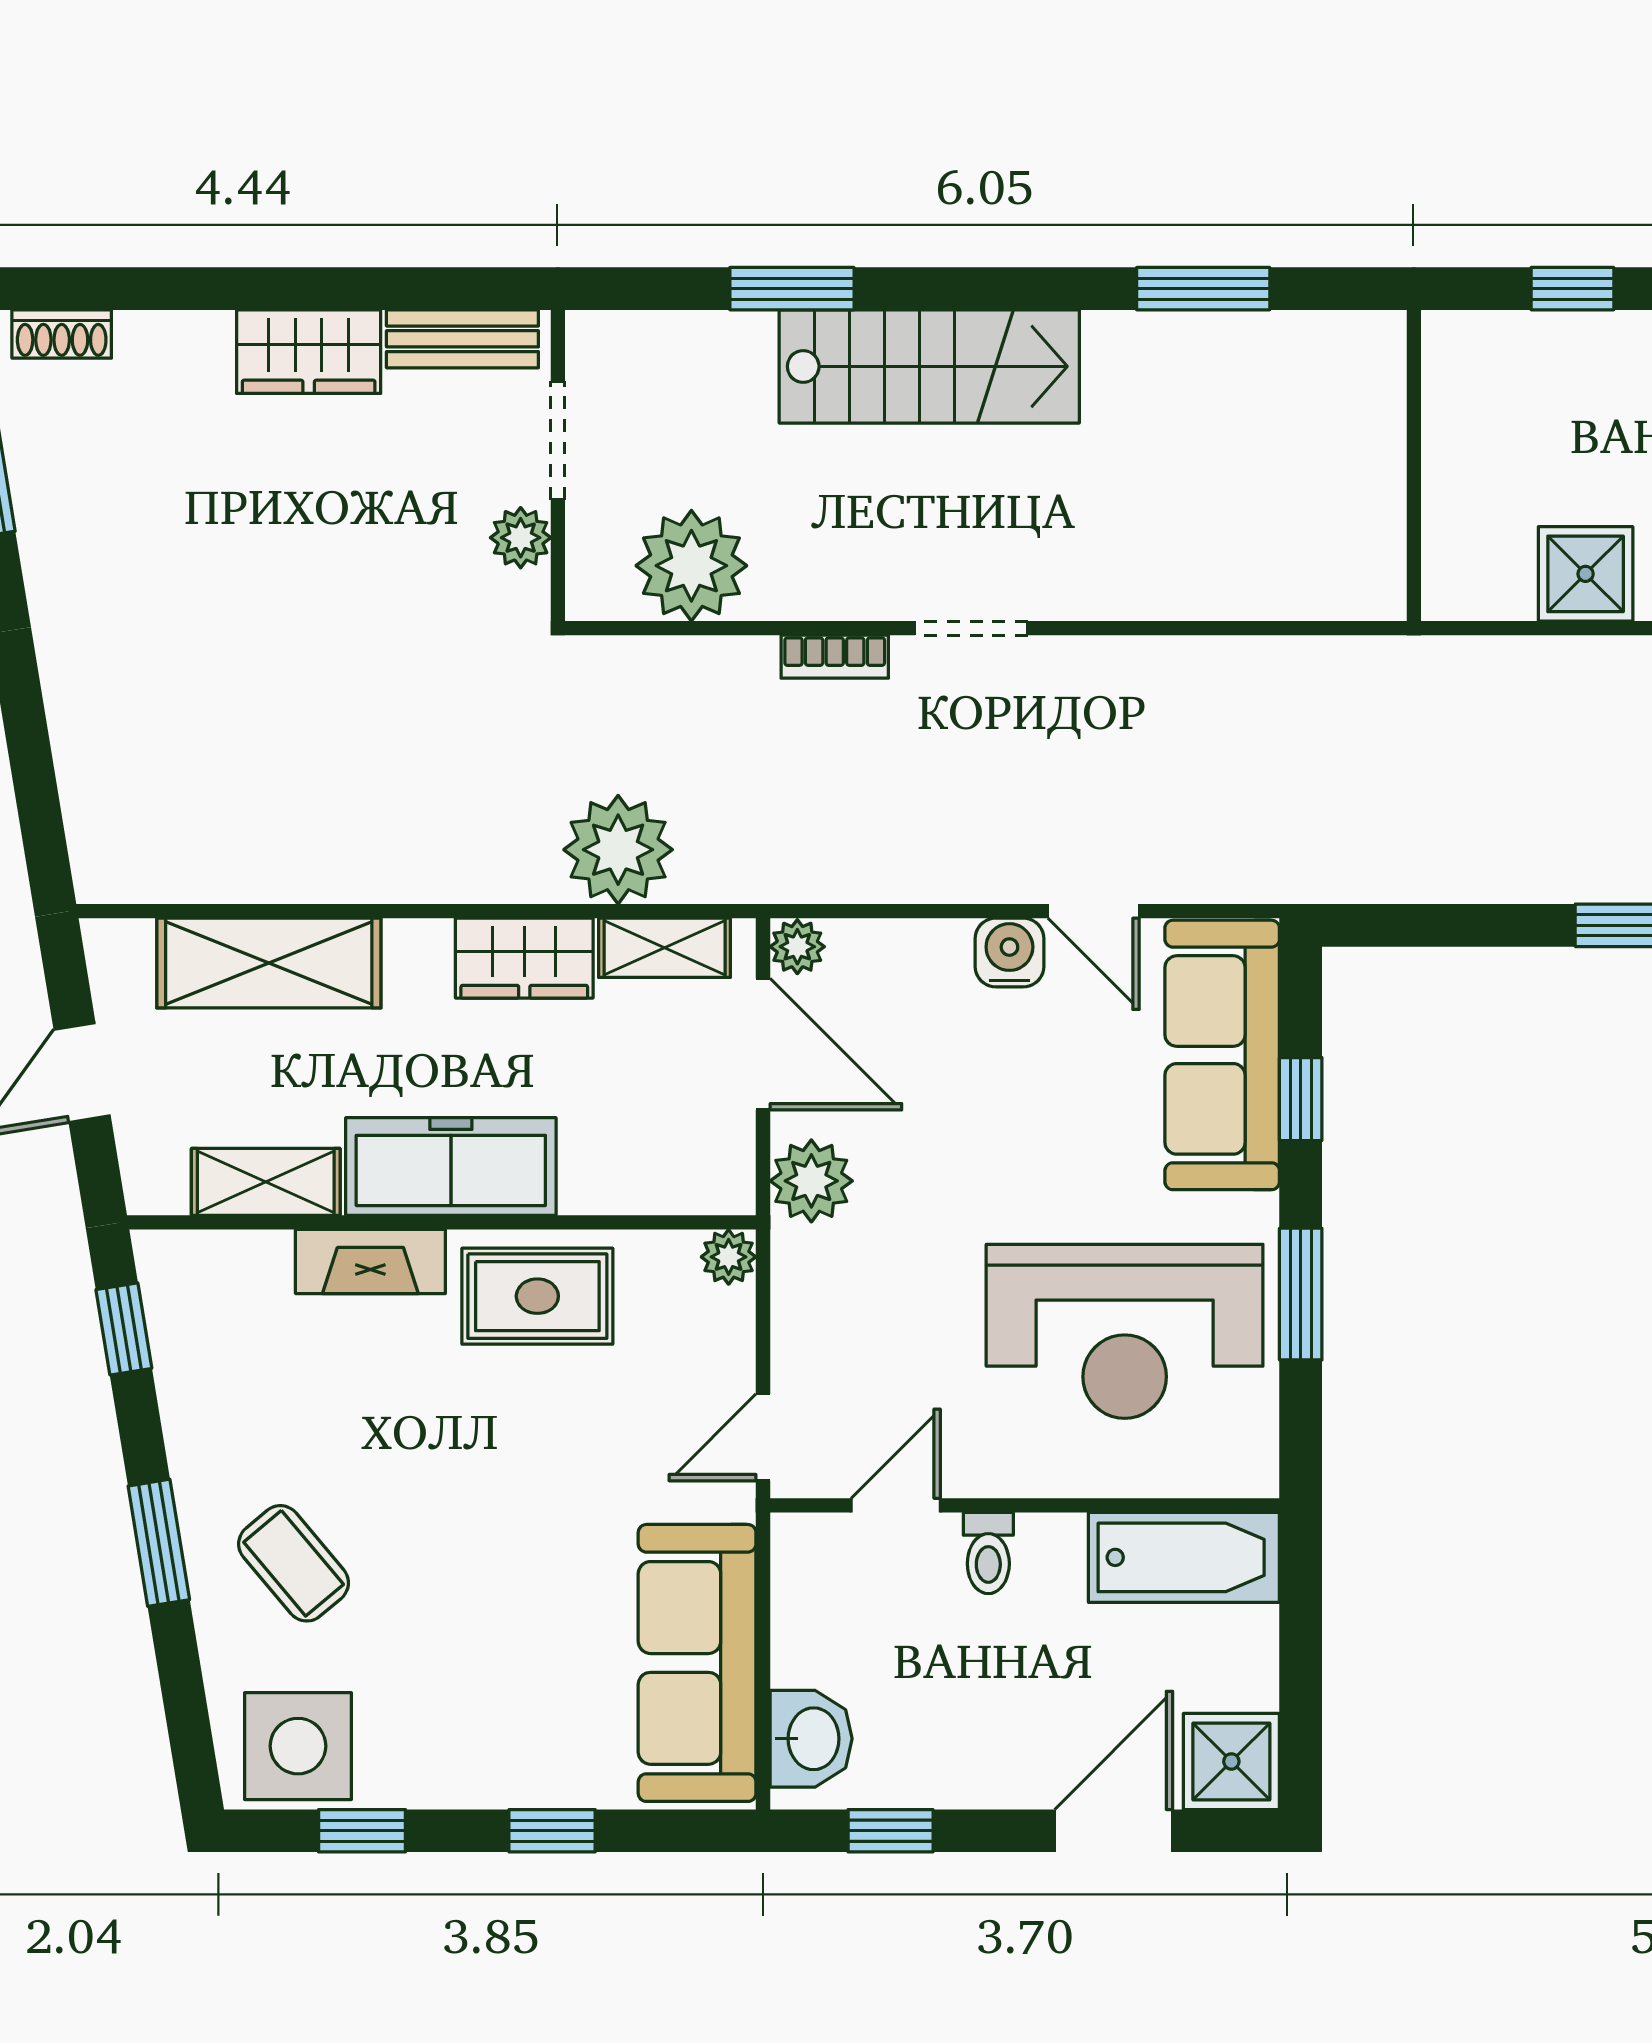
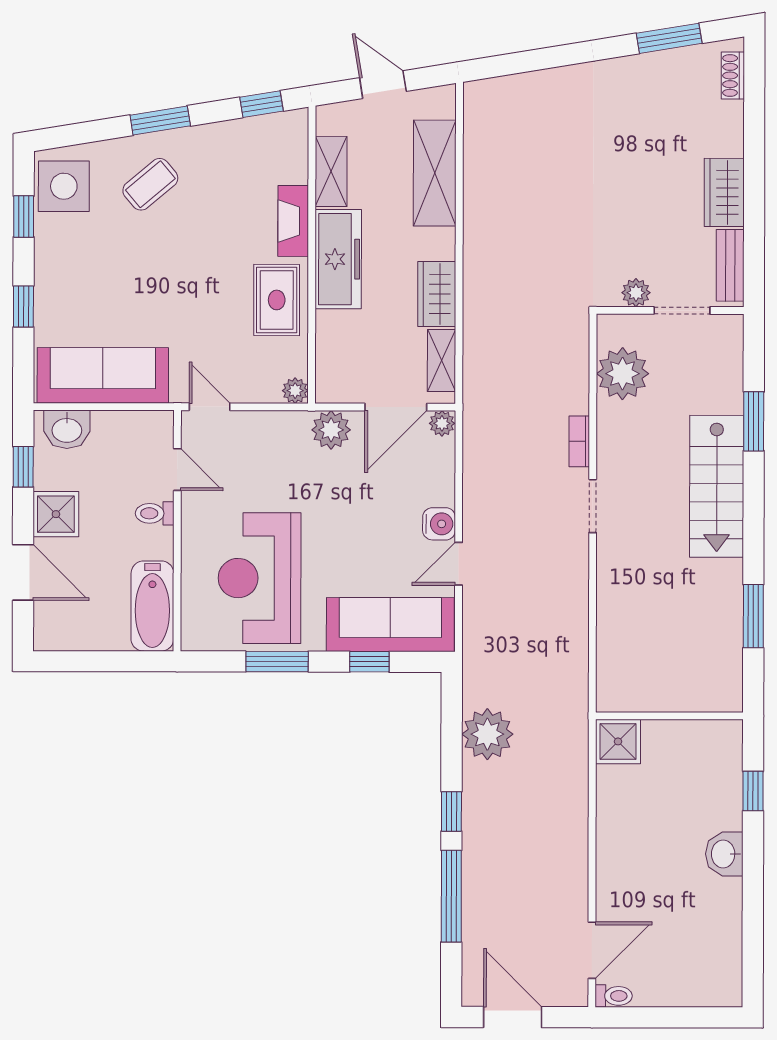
shower: (1586, 574) -> (618, 741), moved
plant: (618, 850) -> (487, 734), moved
shower: (1231, 1761) -> (56, 514), moved

